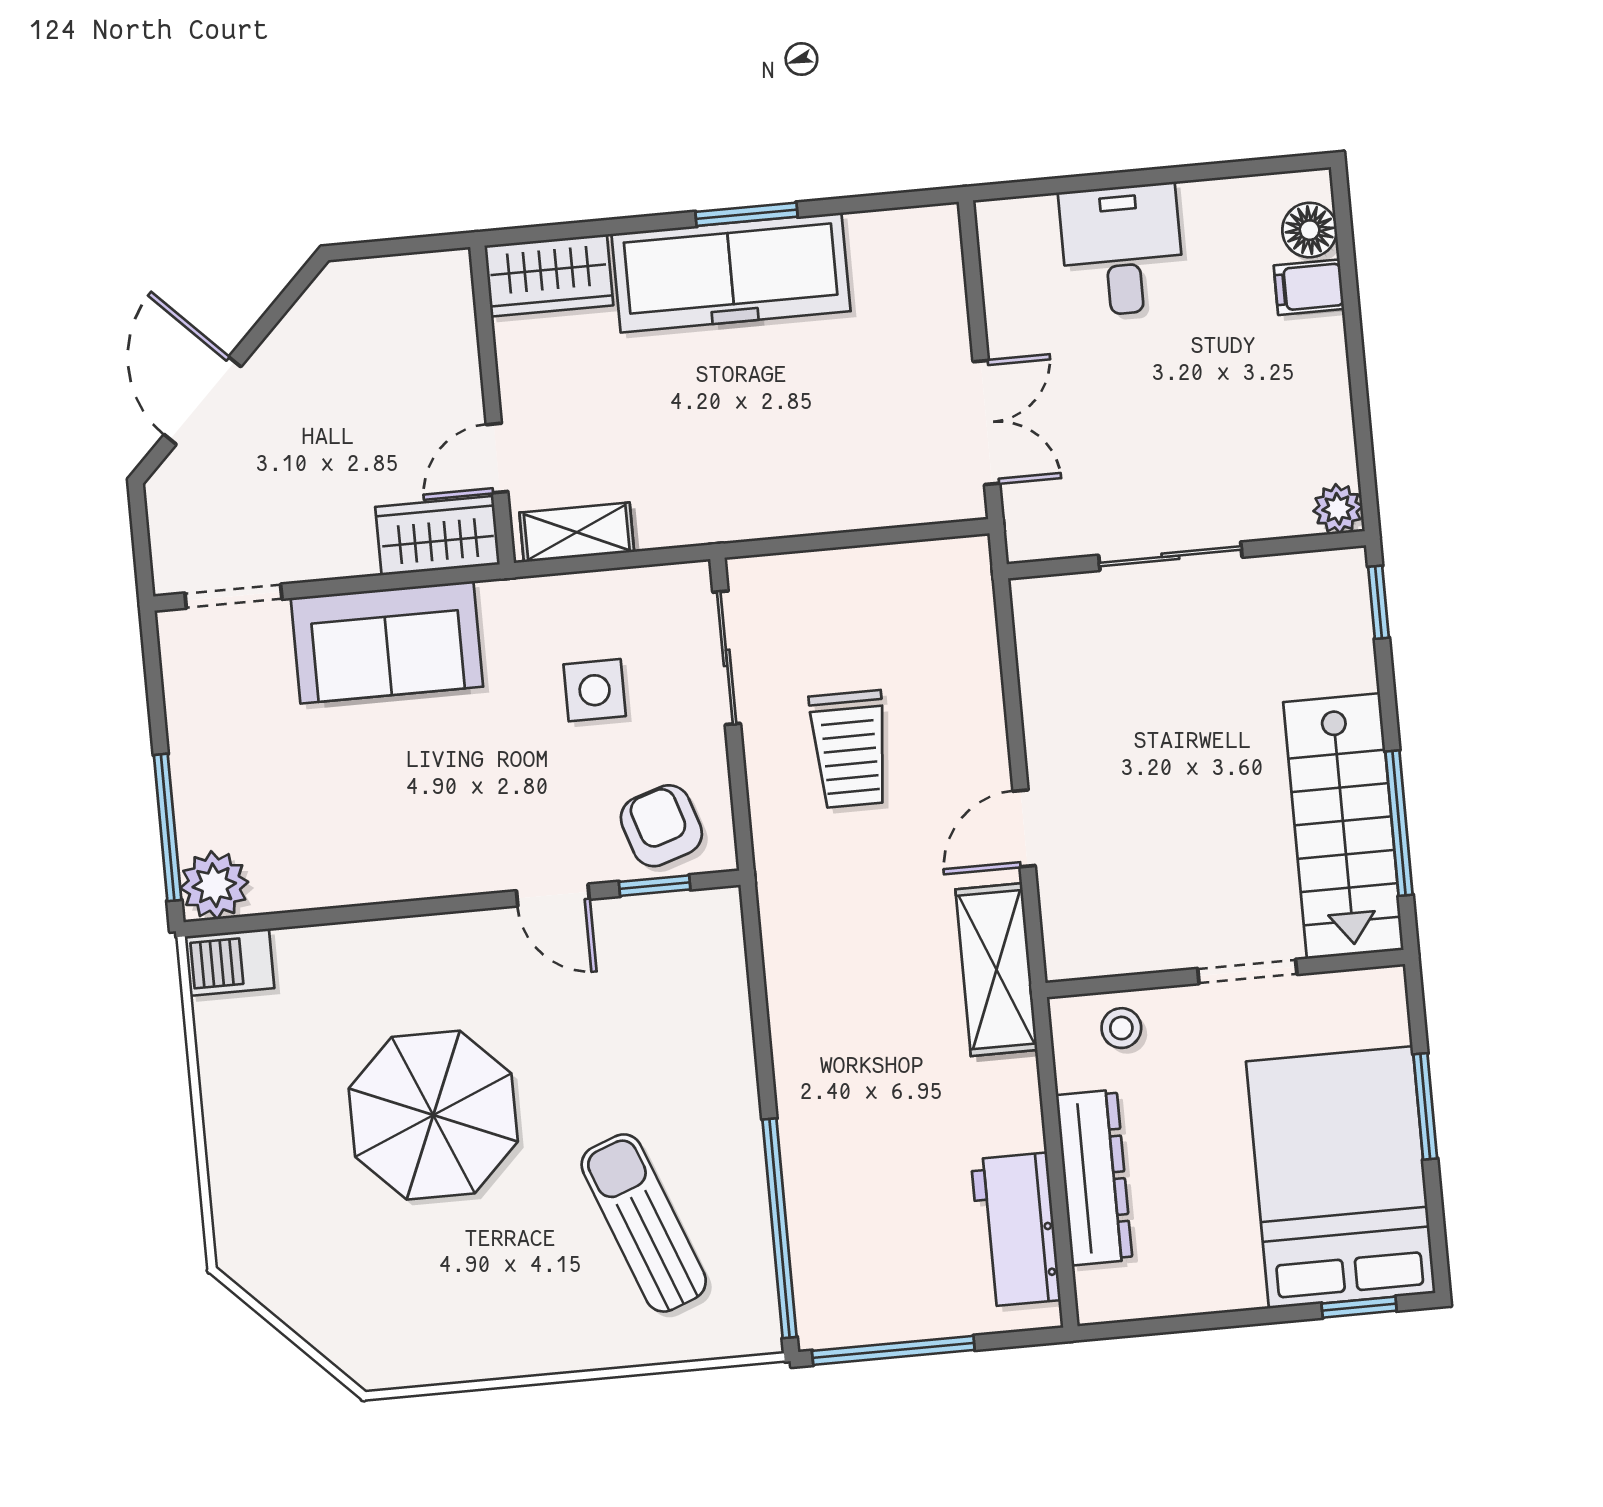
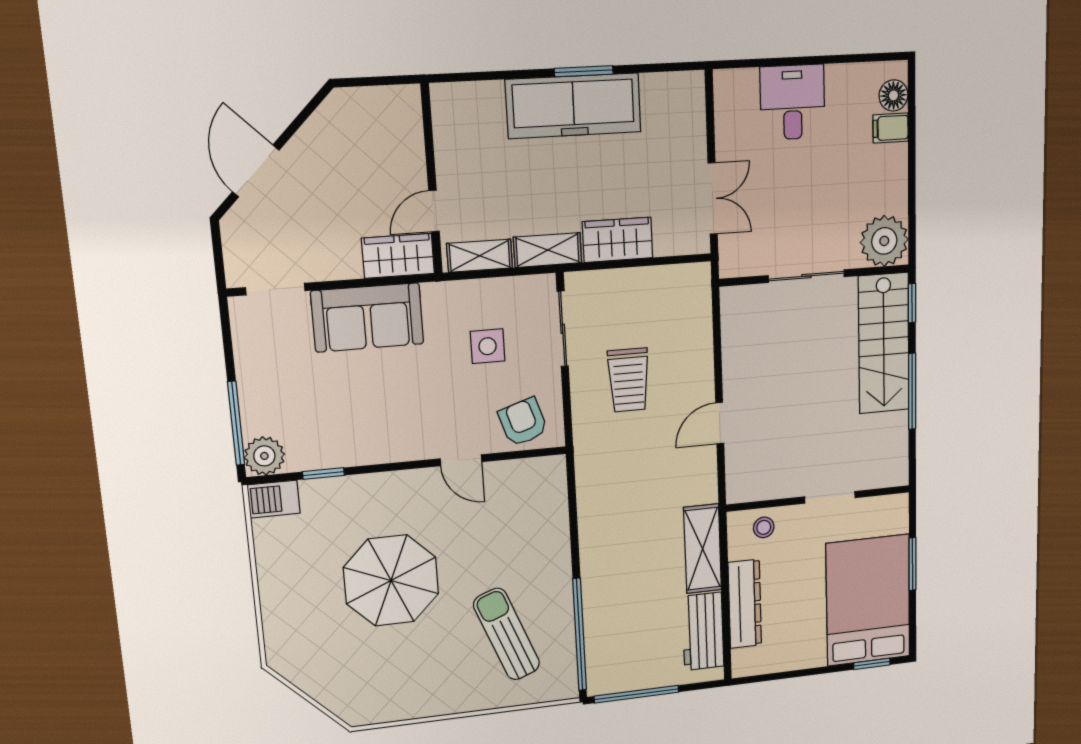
wardrobe: (549, 275) -> (618, 240), moved, turned 180
plant: (1338, 509) -> (884, 241), width x1.88, depth x1.88
shelving: (695, 520) -> (548, 250), added
window: (1399, 823) -> (912, 391), moved
stairs: (1343, 826) -> (884, 343), moved
window: (655, 886) -> (323, 474), moved
shelving: (996, 970) -> (703, 549), moved

